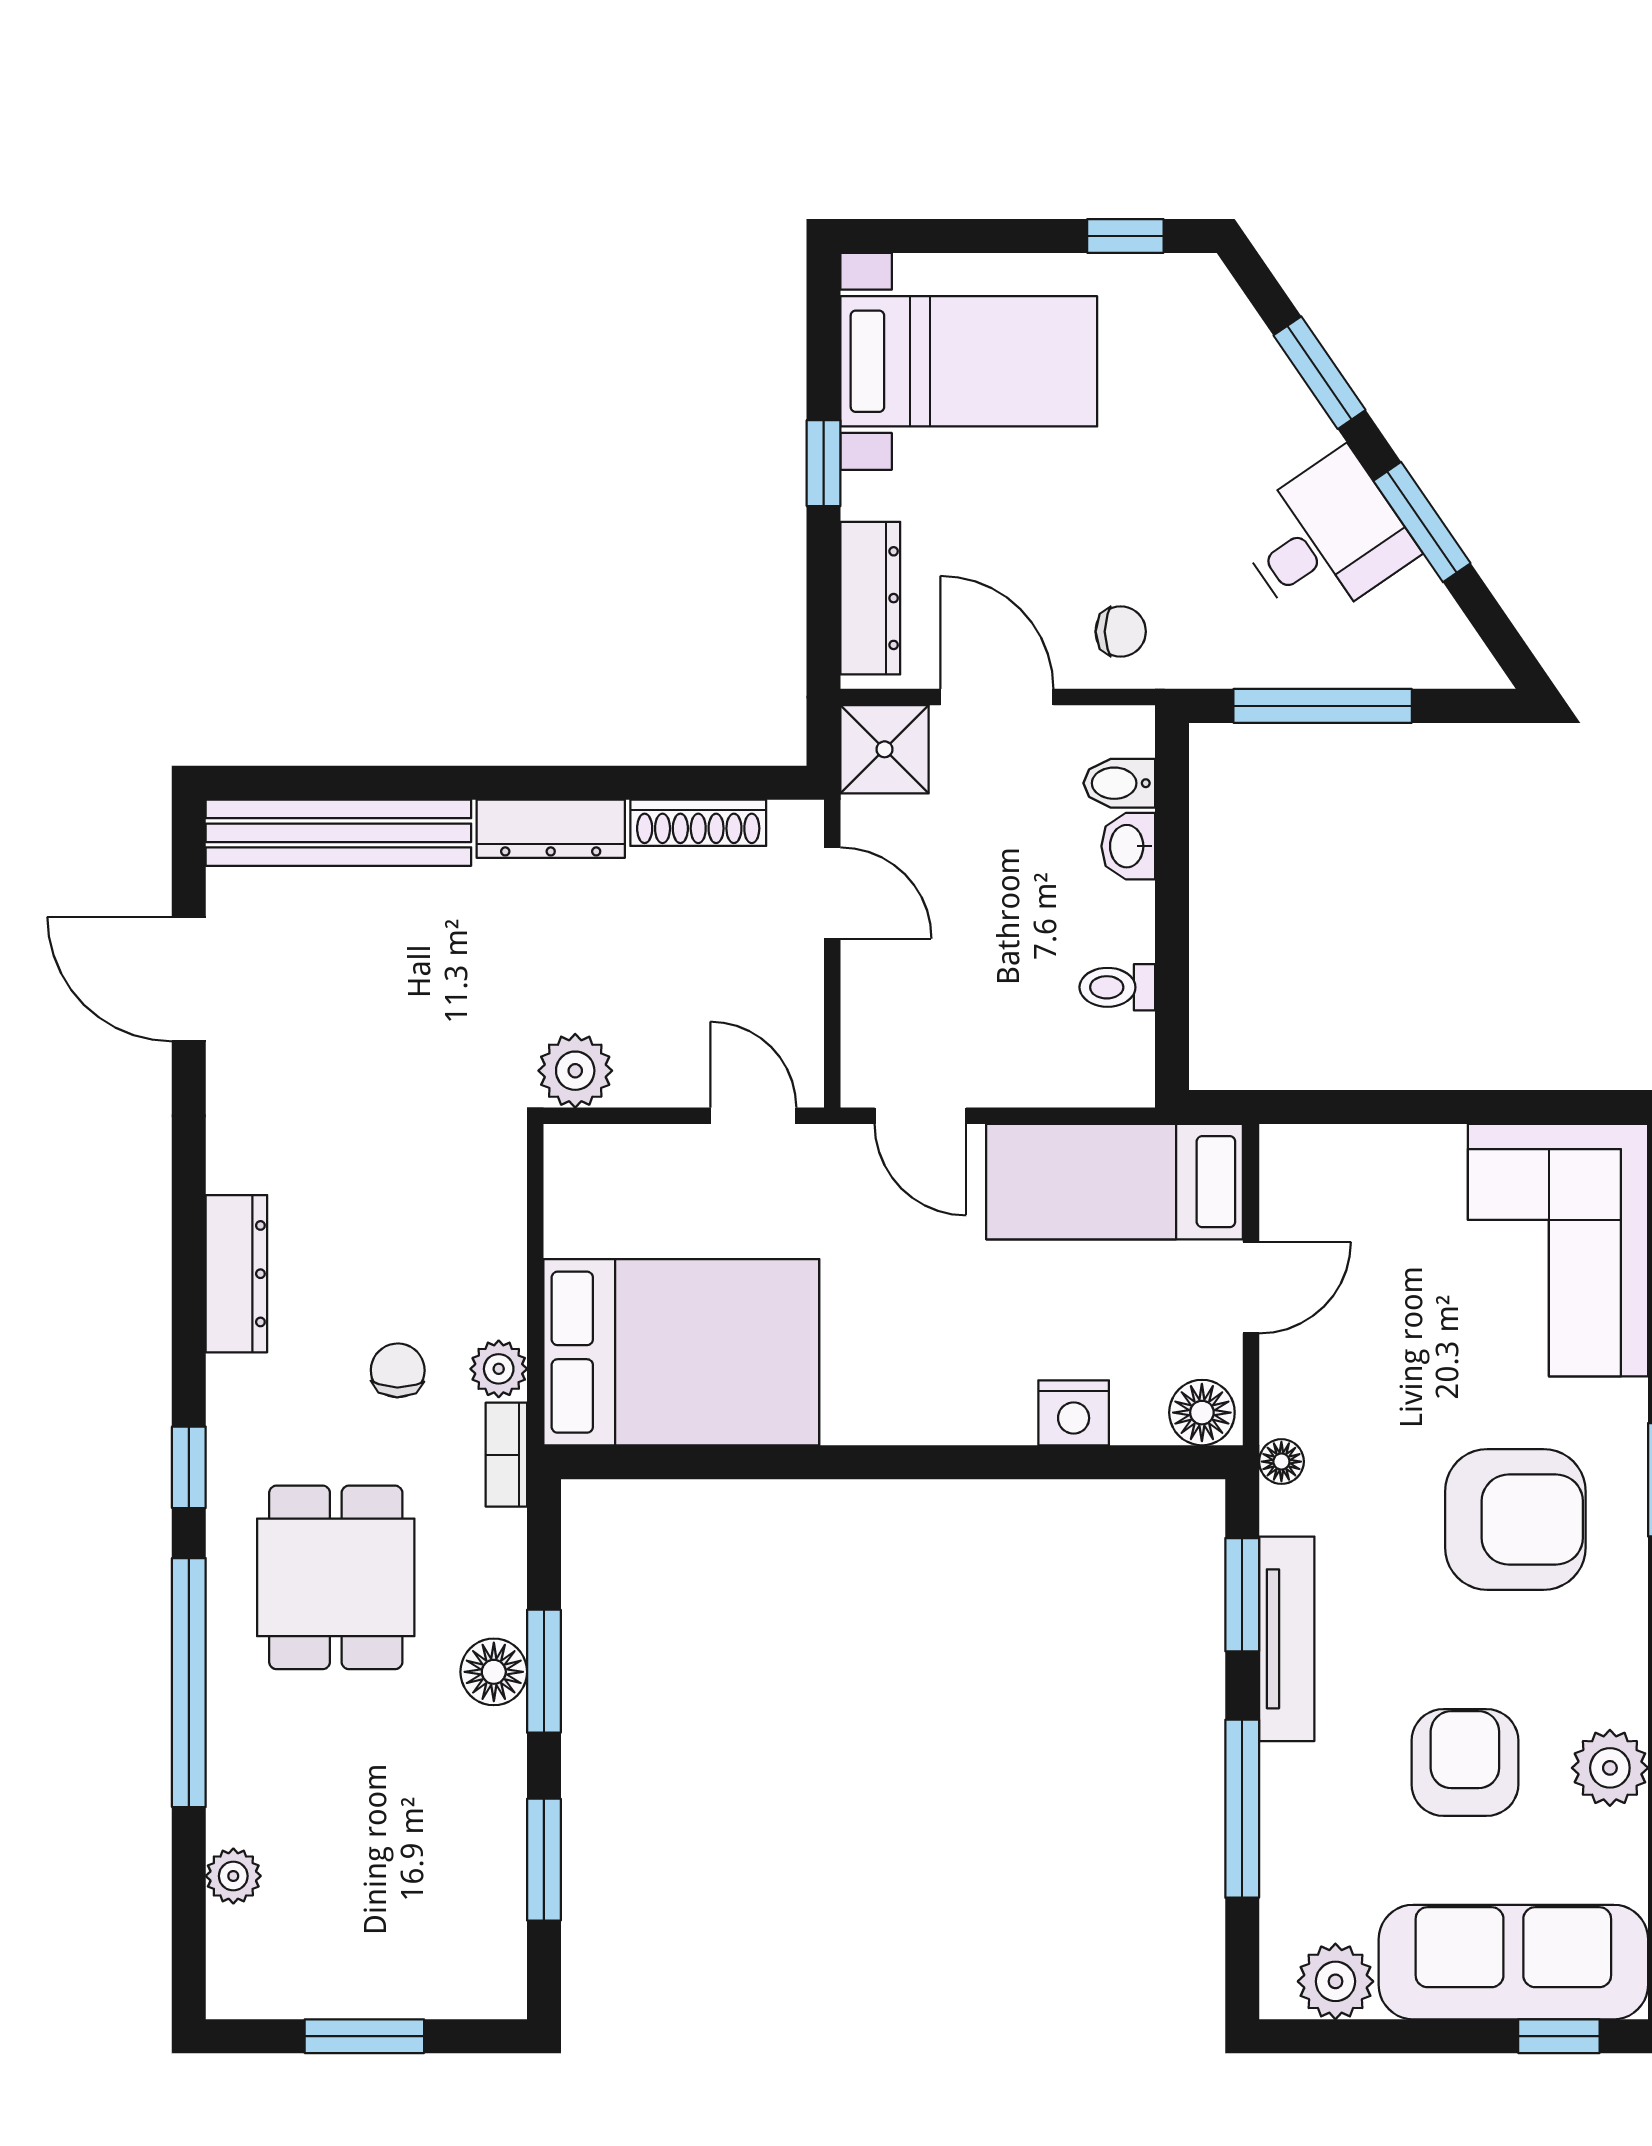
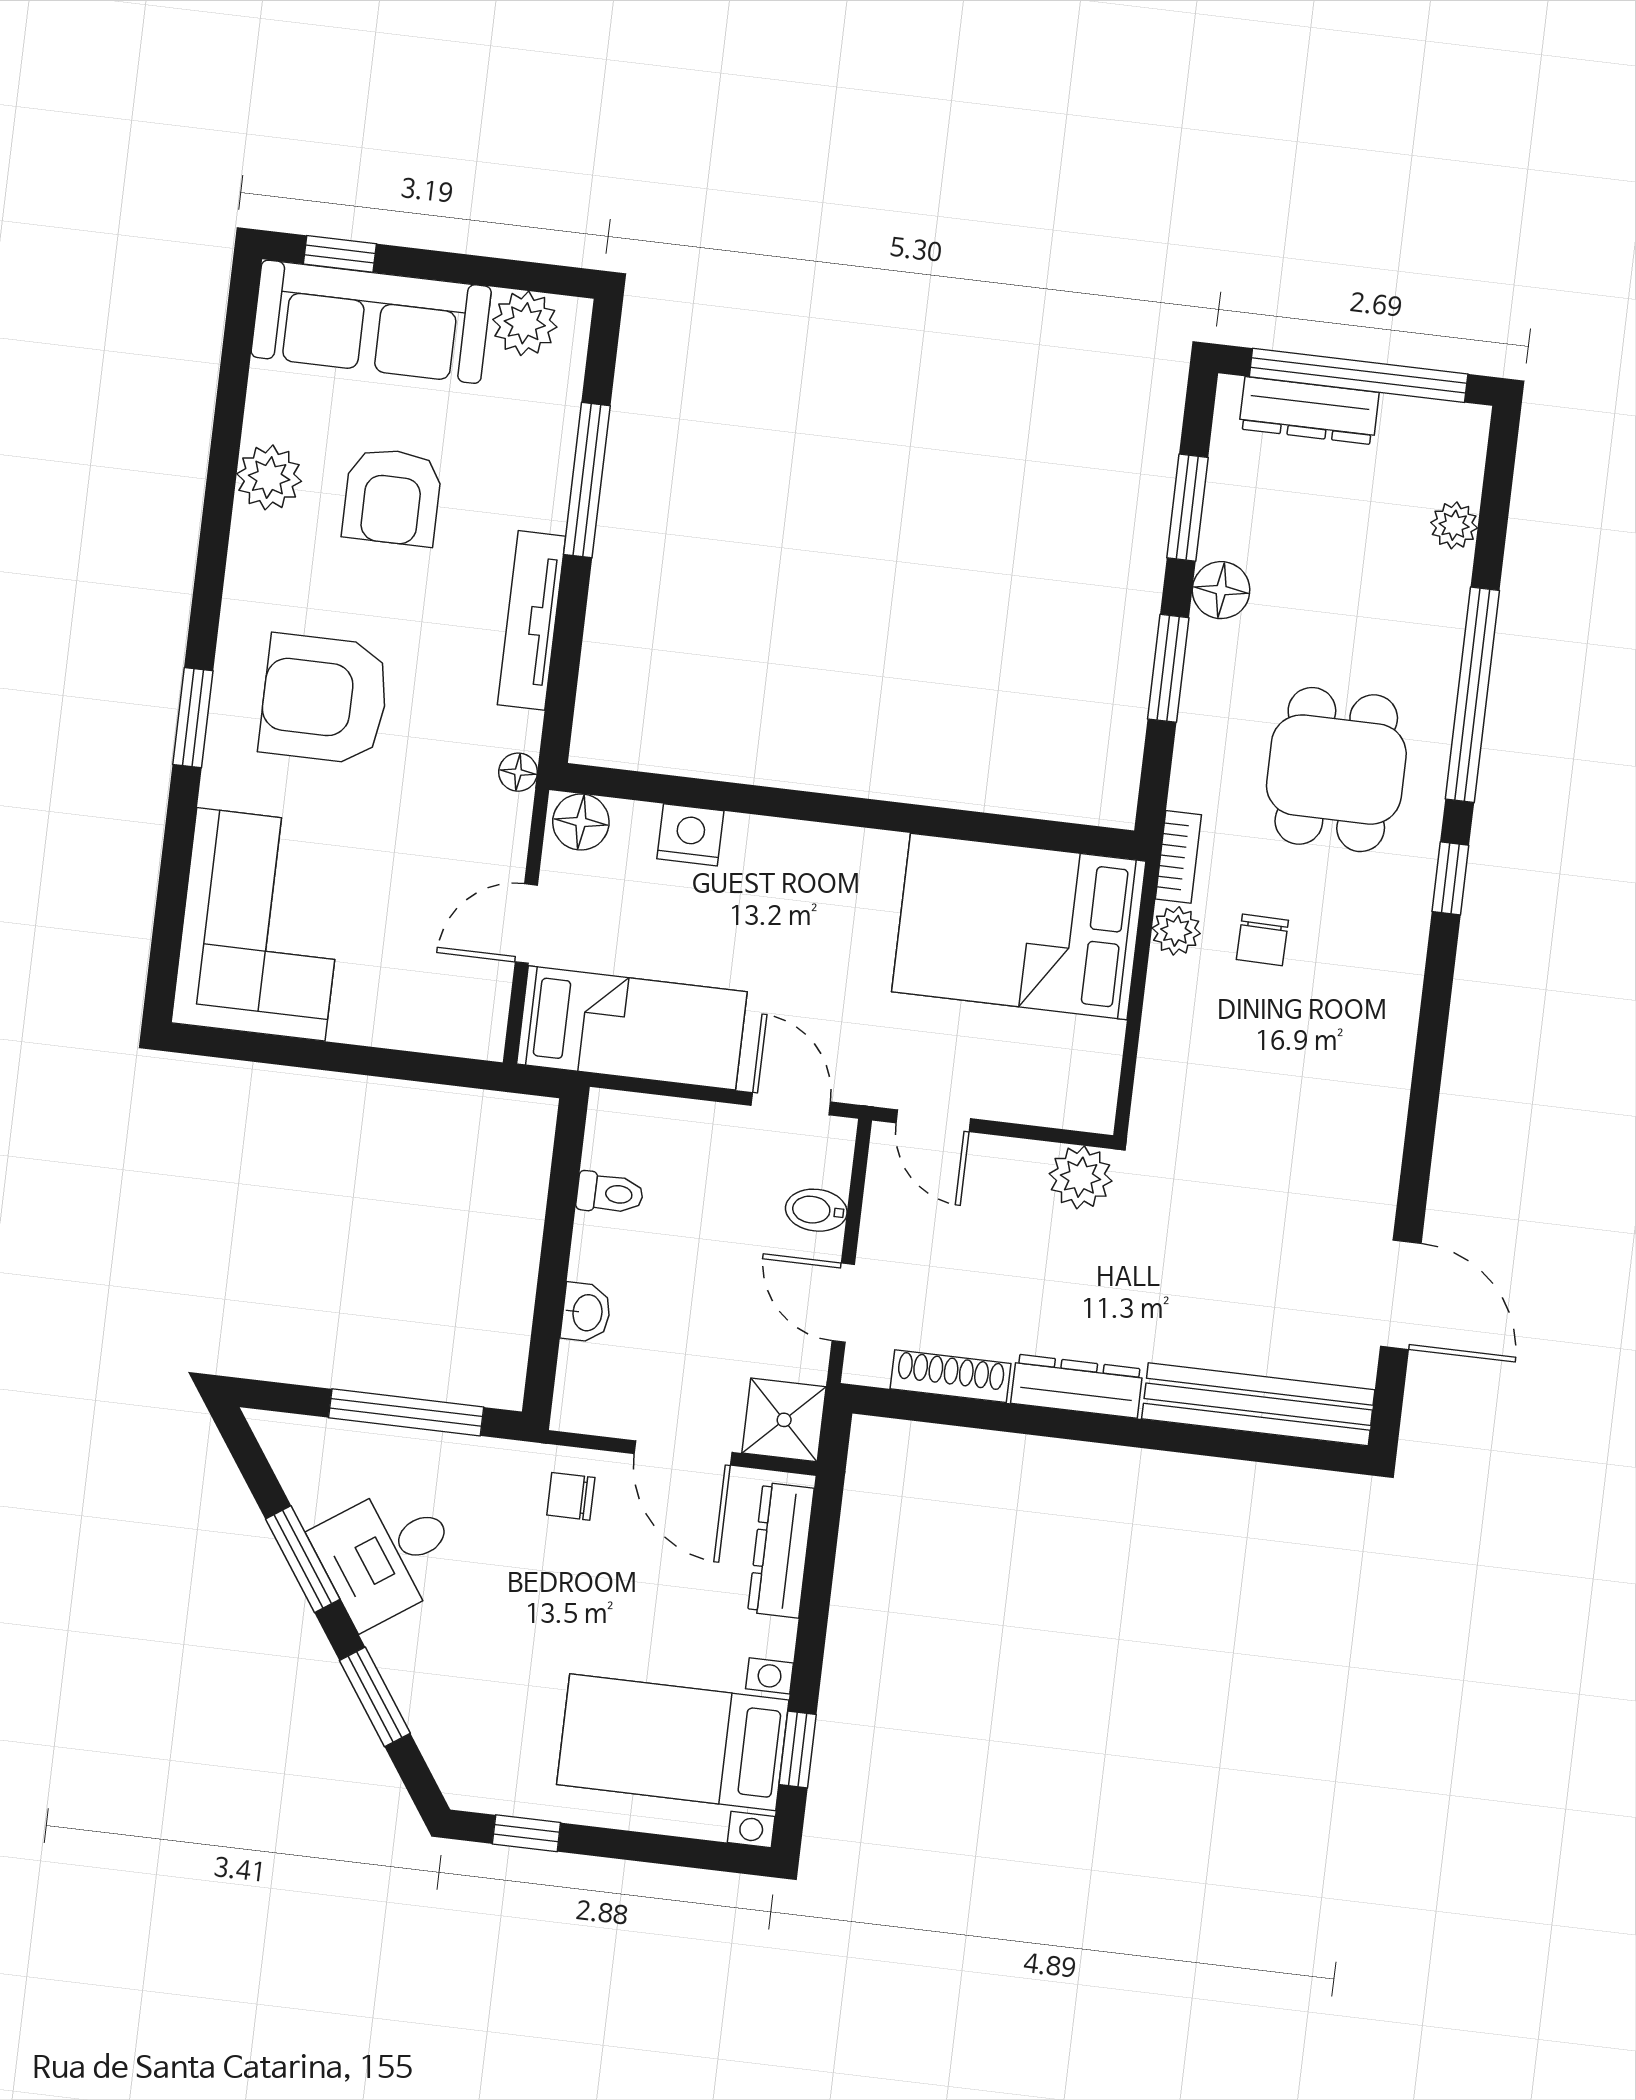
window: (824, 463) -> (798, 1750), moved
bidet: (1119, 783) -> (816, 1210), moved, turned 180
dresser: (236, 1274) -> (1309, 411), moved, turned -90
window: (1242, 1595) -> (565, 663), removed
floor lamp: (494, 1672) -> (1221, 590), moved
window: (364, 2036) -> (1359, 375), width x2.11

